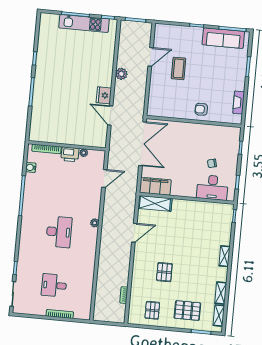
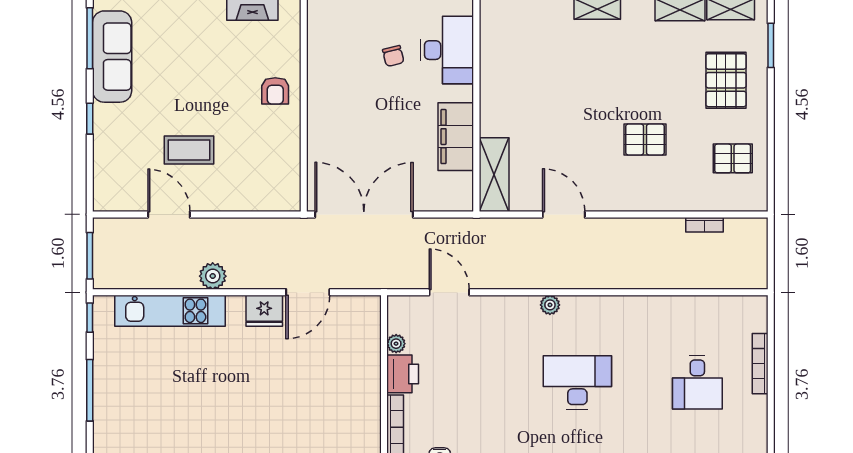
kitchen unit: (84, 23) -> (170, 311), moved, turned 90
filing cabinet: (155, 186) -> (456, 137), moved

